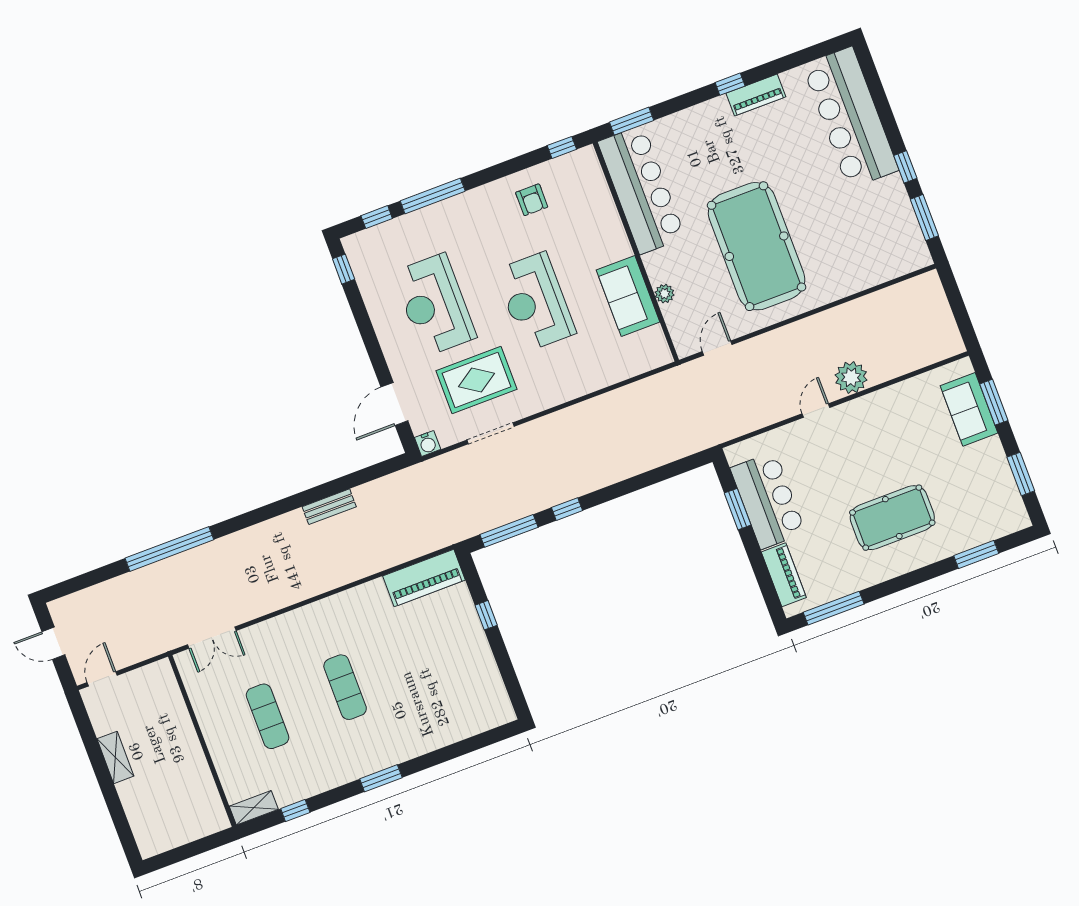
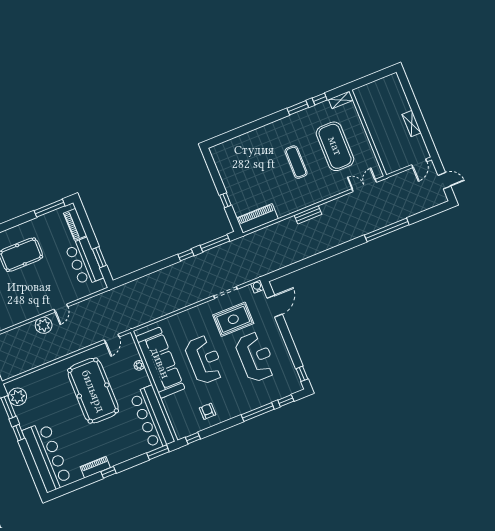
plant: (906, 238) -> (18, 397), added
sofa: (628, 296) -> (160, 363), width x1.85, depth x1.27
bench: (329, 507) -> (308, 215), moved
exercise mat: (267, 716) -> (335, 146), width x2.00, depth x1.45
window: (381, 778) -> (298, 108), moved

